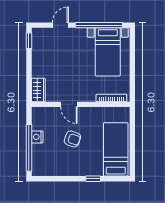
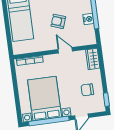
bed with nightstands: (108, 52) -> (45, 98), width x1.36
chair: (50, 55) -> (87, 90), added

